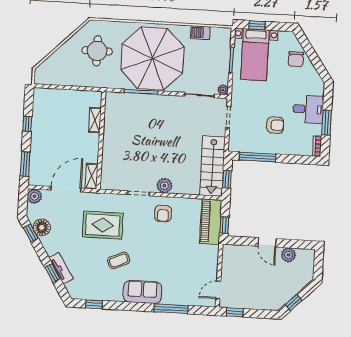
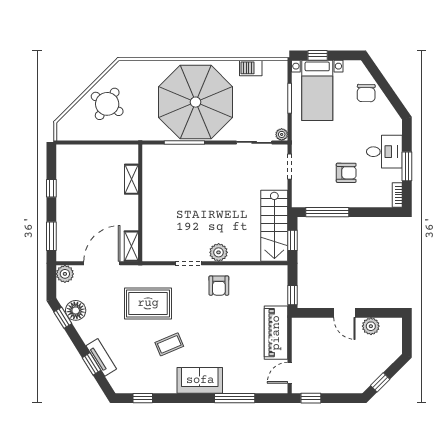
round table: (97, 51) -> (107, 104), moved, turned 33
piano: (211, 222) -> (276, 333), moved

